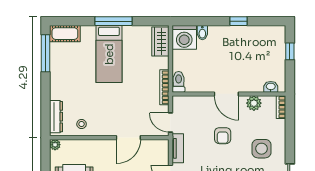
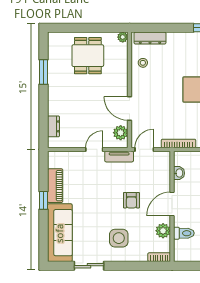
toilet: (179, 82) -> (184, 233), moved
washbasin: (271, 87) -> (179, 173), moved
armchair: (223, 136) -> (131, 200), turned -90
plant: (153, 147) -> (121, 133), added

